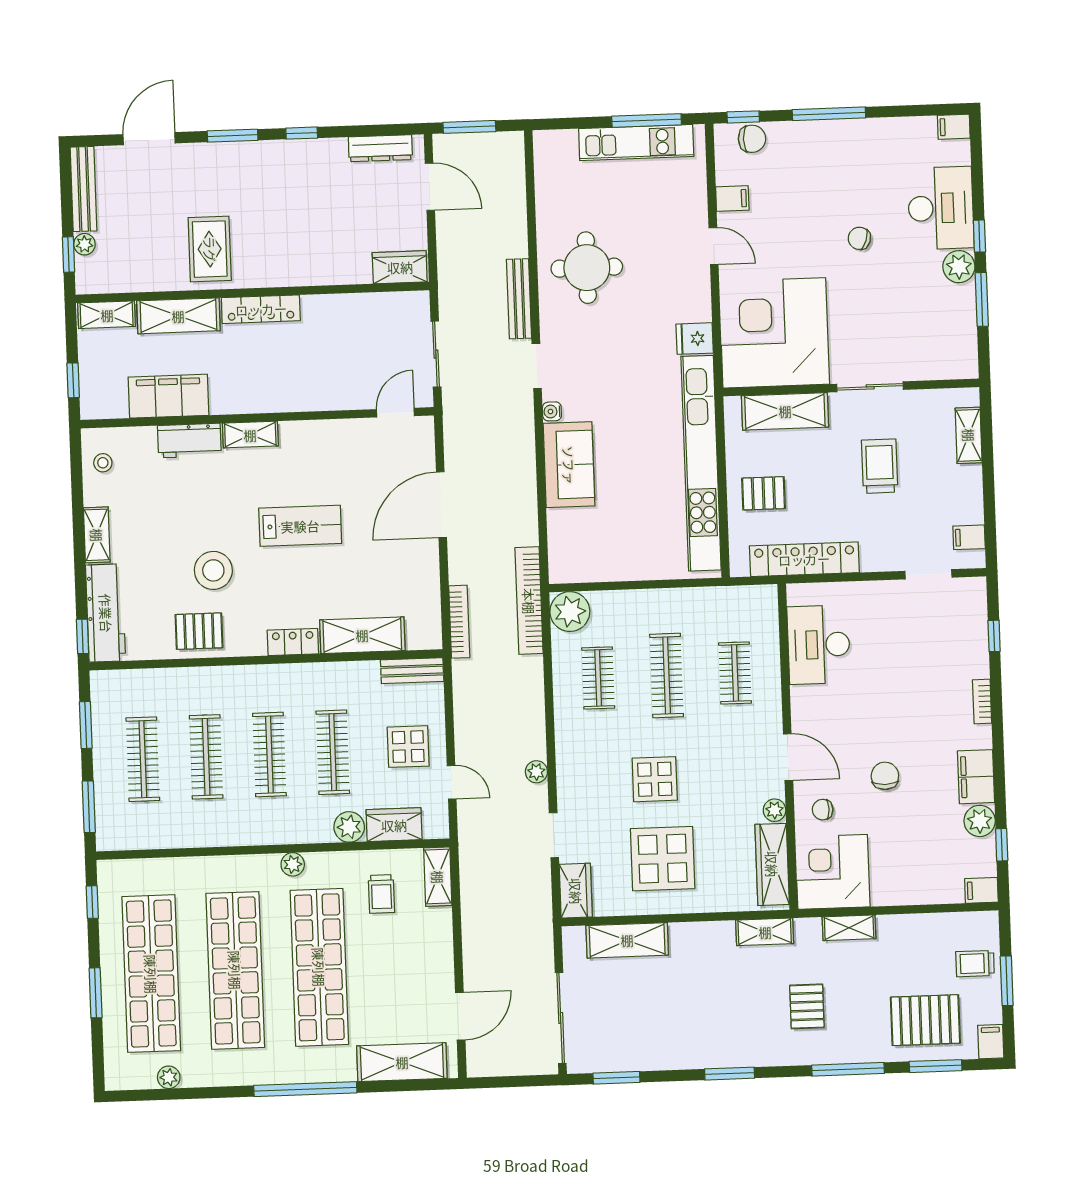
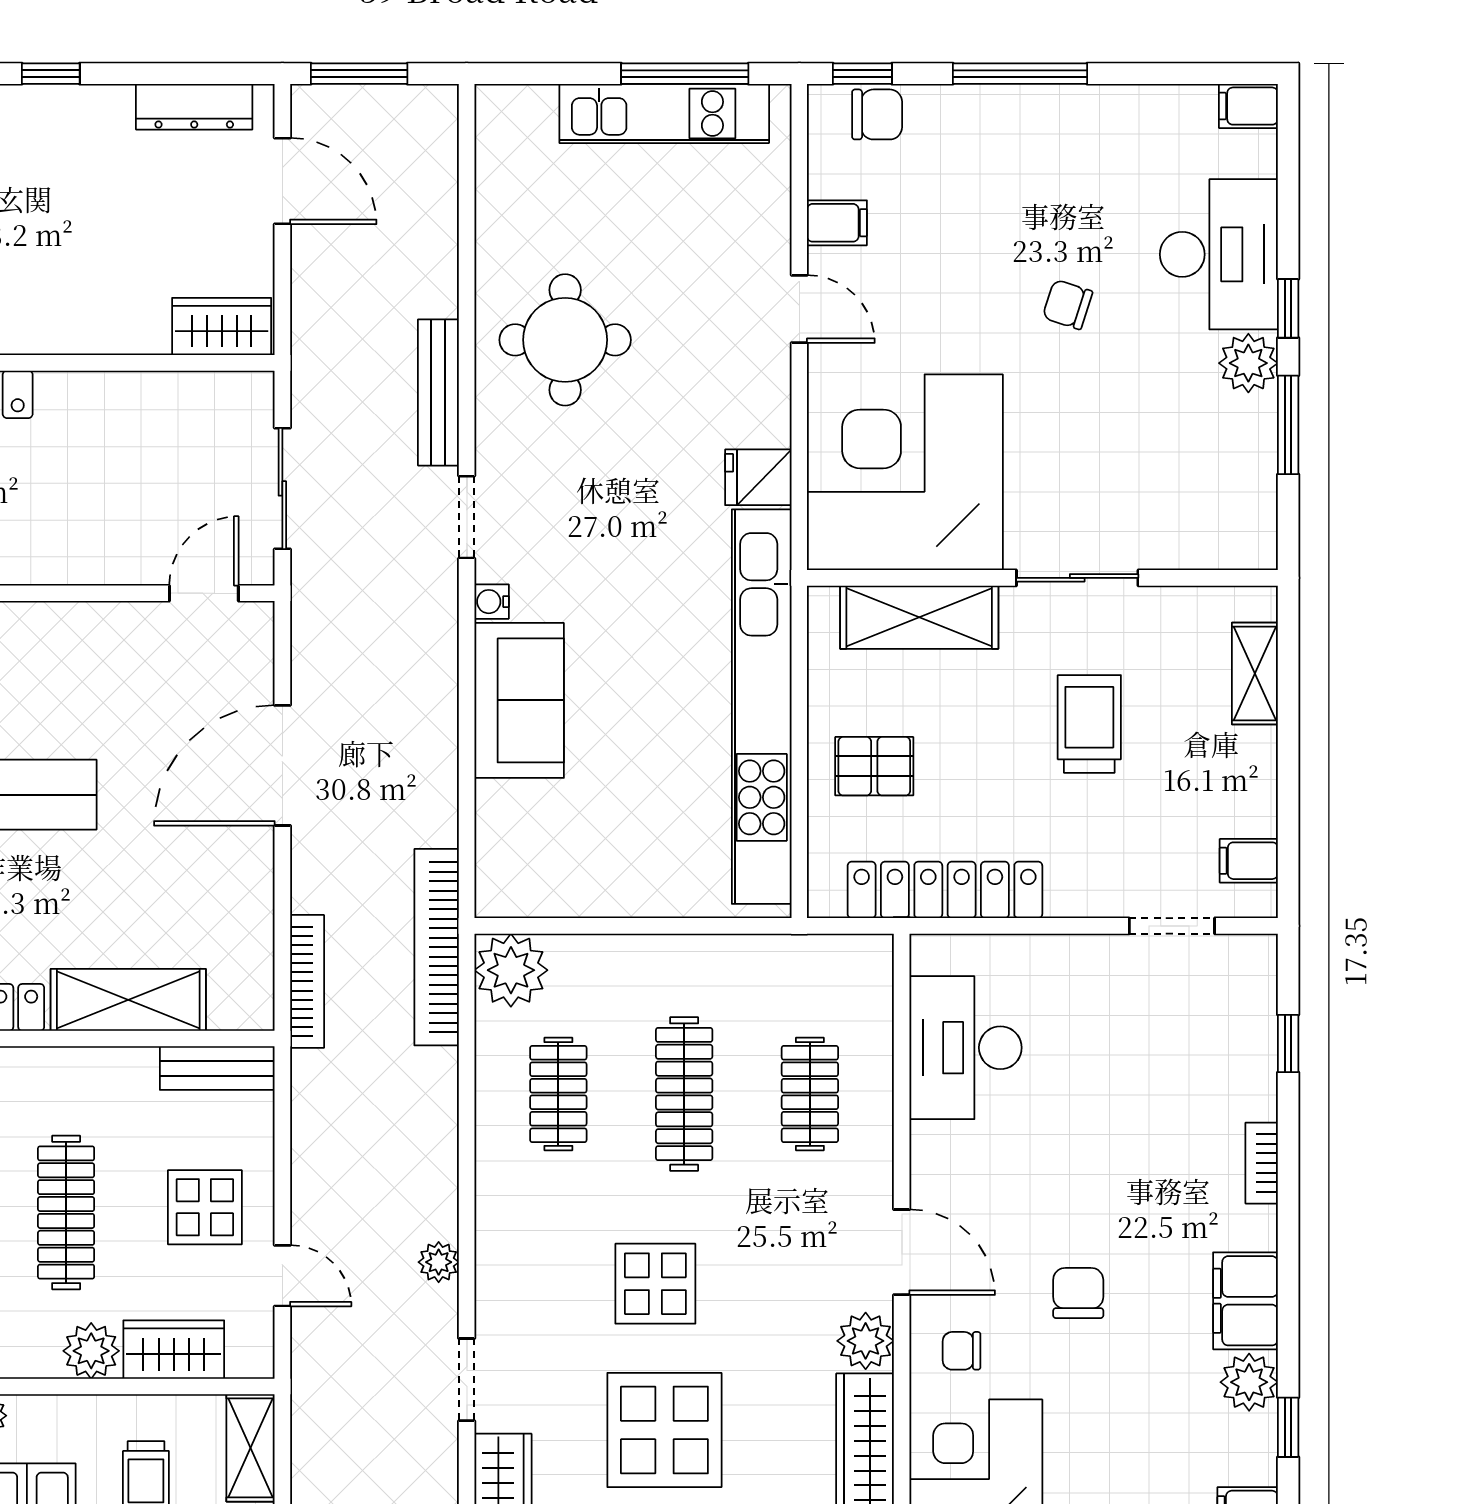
plant: (775, 810) -> (866, 1341), width x1.38, depth x1.38

